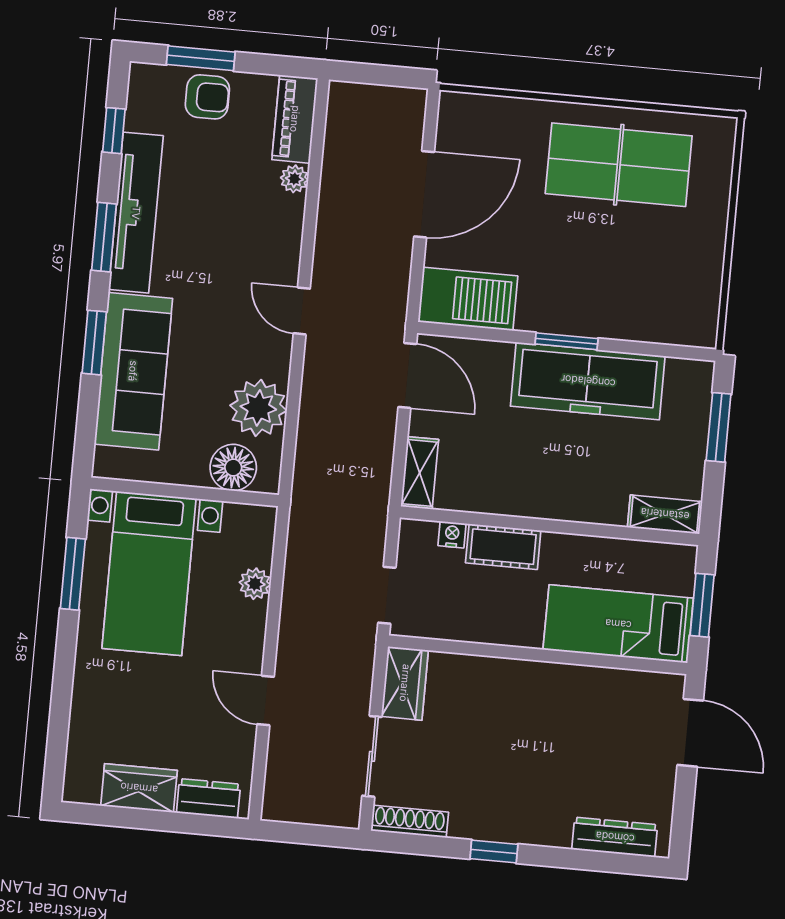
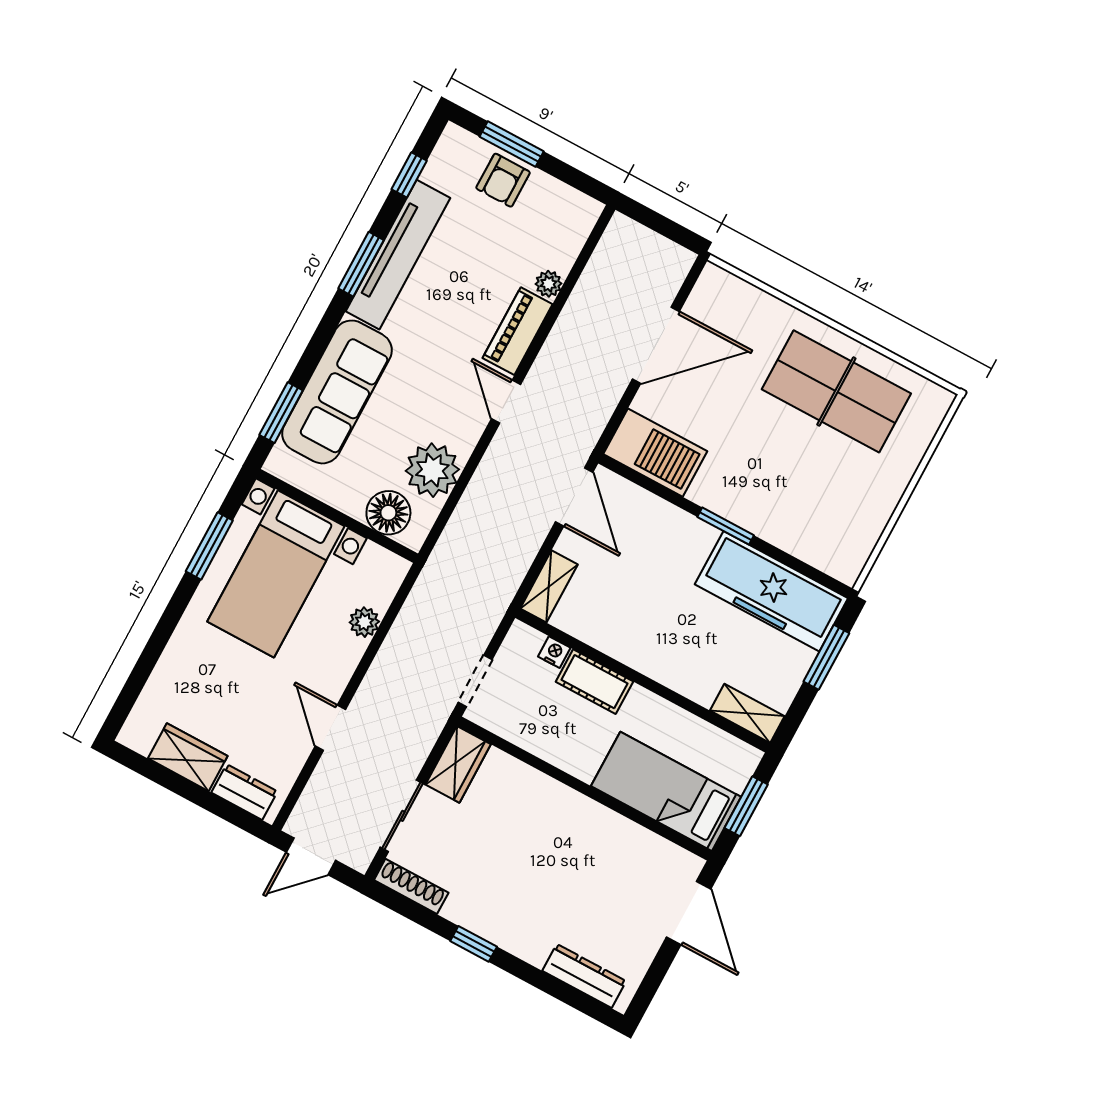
armchair: (207, 97) -> (503, 180), turned 90
piano: (295, 119) -> (518, 331), moved
window: (94, 343) -> (281, 413), moved
freezer: (588, 381) -> (771, 591), moved
door: (300, 834) -> (311, 856), added

